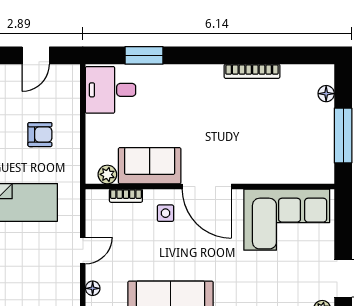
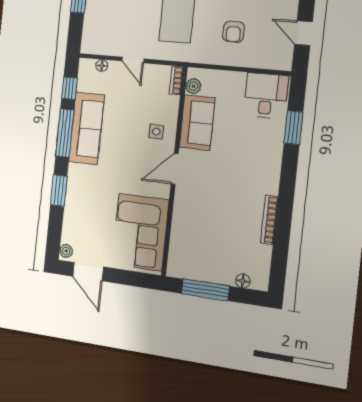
door: (207, 186) -> (175, 169), width x0.73
bookcase: (126, 196) -> (176, 80), moved

